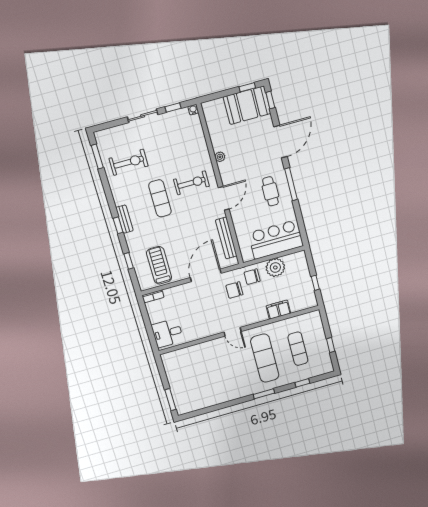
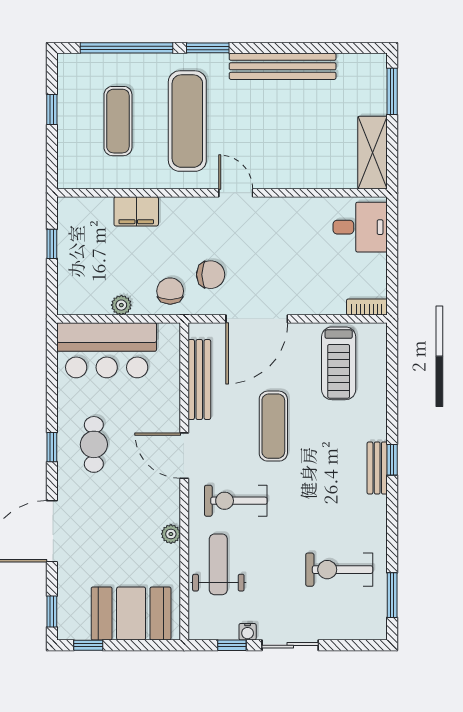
booth: (247, 105) -> (131, 614), moved
water cooler: (193, 110) -> (248, 632), moved
weight bench: (191, 148) -> (218, 564), added
window: (291, 184) -> (52, 447), width x0.46
exercise mat: (160, 198) -> (273, 426), moved
door: (224, 198) -> (184, 456), hinge flipped
window: (129, 261) -> (392, 388), removed
plant: (275, 268) -> (121, 305), width x0.53, depth x0.53
chair: (252, 277) -> (170, 291), turned -90
shelving: (172, 369) -> (373, 153), added
window: (302, 383) -> (127, 48), width x3.17
bench: (226, 396) -> (283, 66), added

